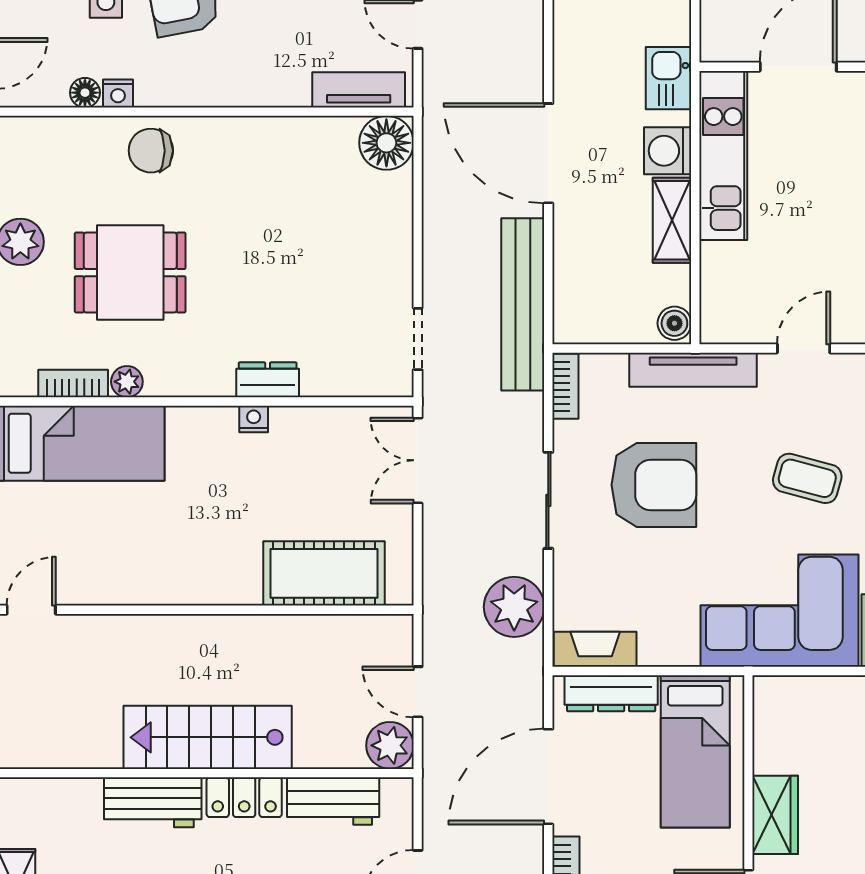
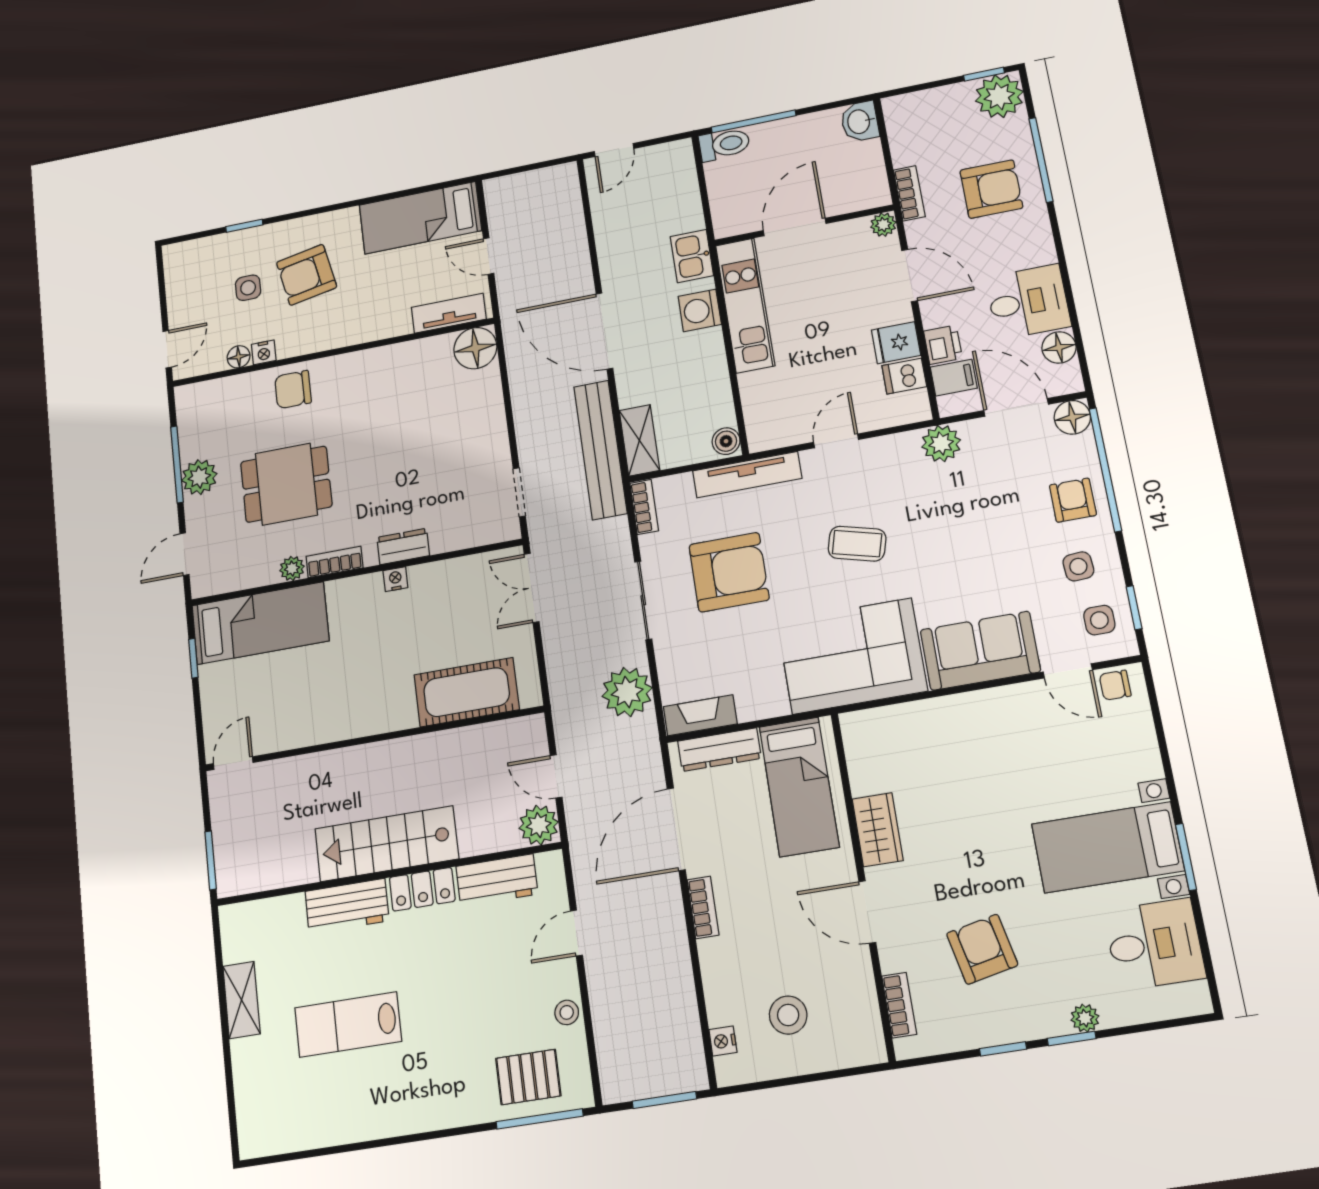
shelving: (672, 220) -> (639, 440), moved
bookcase: (73, 384) -> (335, 562), moved

